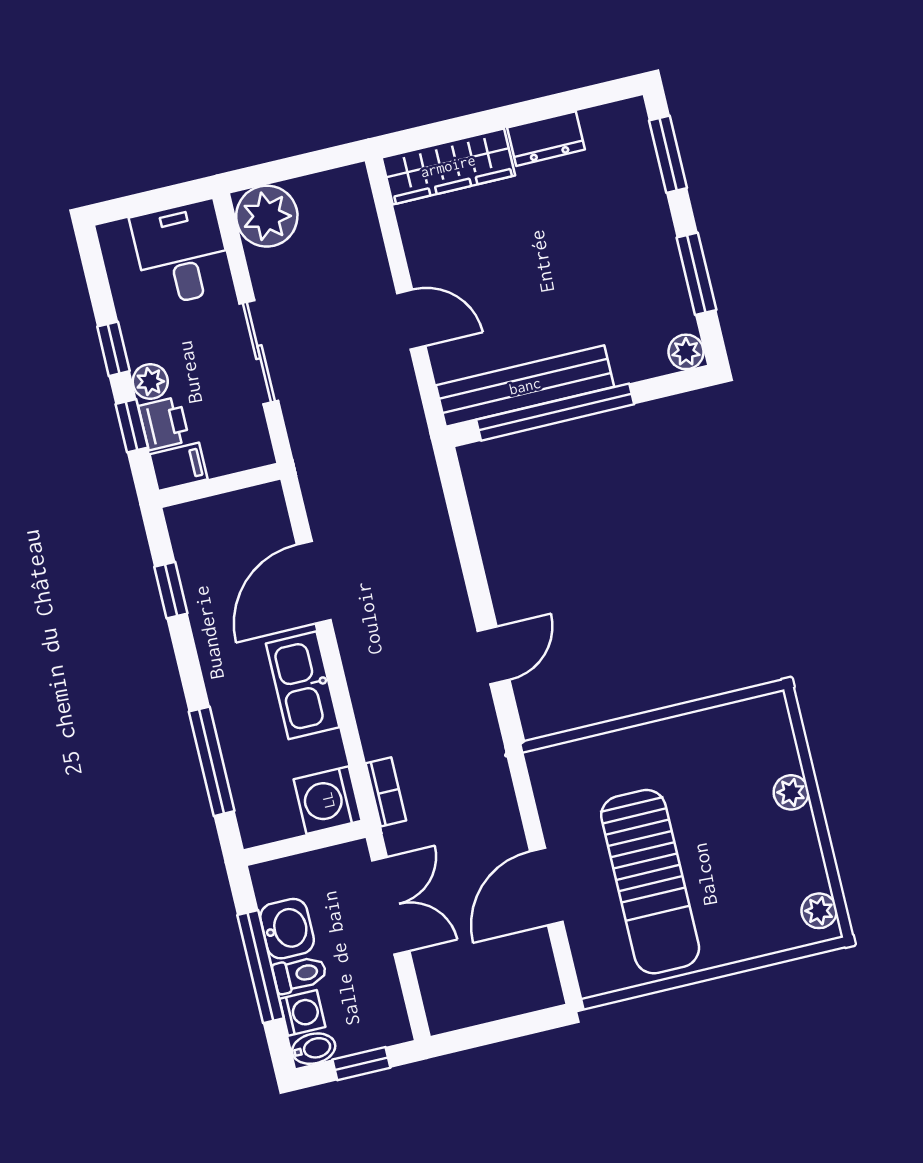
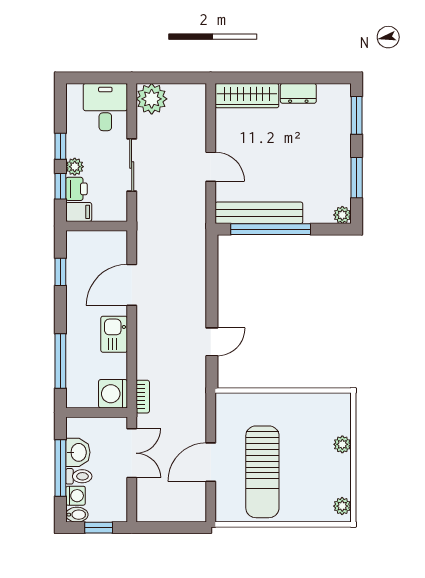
kitchen sink: (303, 685) -> (114, 334), width x0.73

